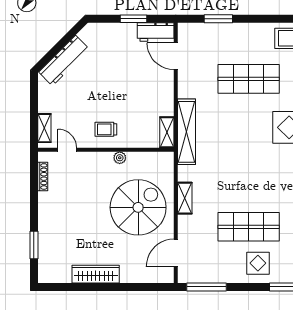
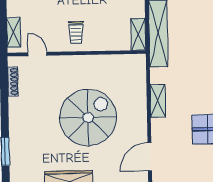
trolley: (106, 129) -> (76, 32), turned -90
plant: (120, 158) -> (91, 61), removed
spiral stairs: (138, 207) -> (88, 118), moved

